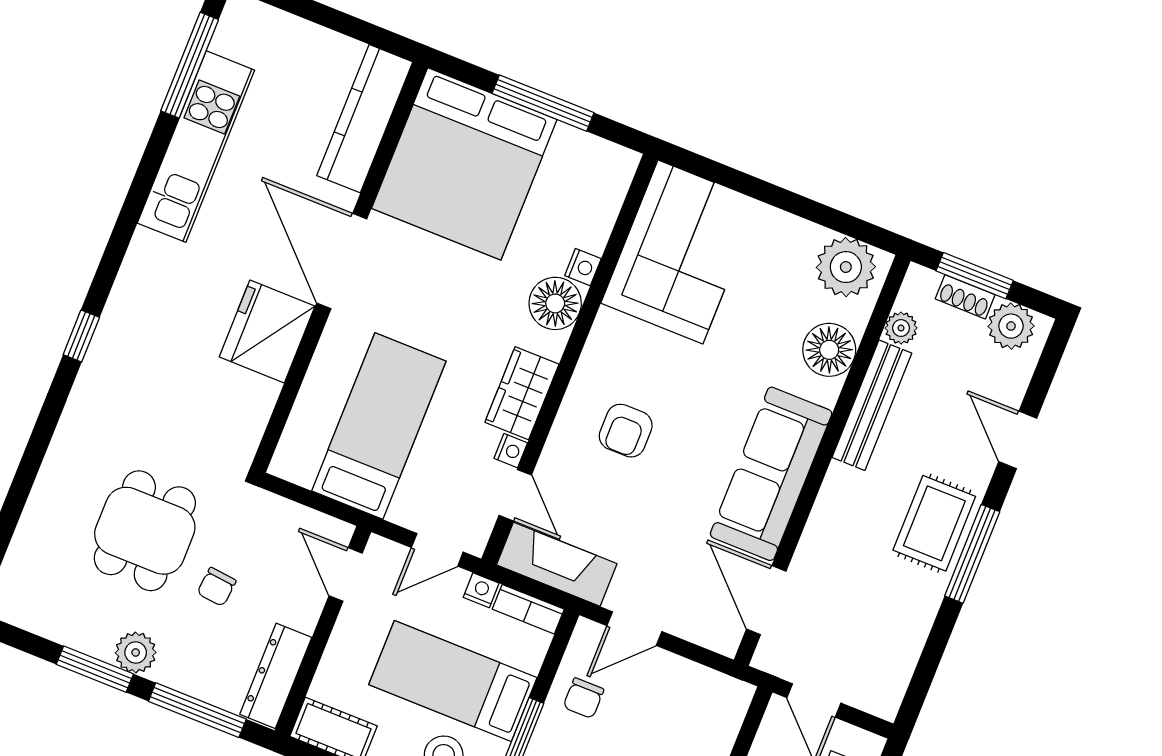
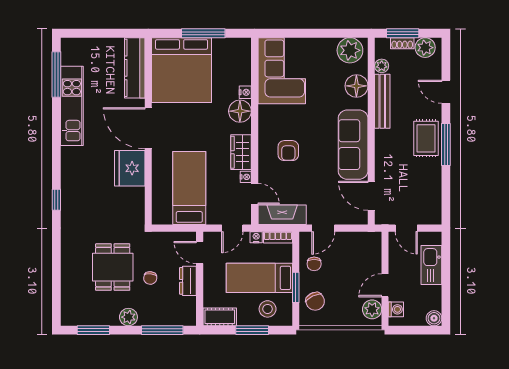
window: (95, 669) -> (93, 330), moved
dresser: (276, 676) -> (188, 281), moved, width x0.70

